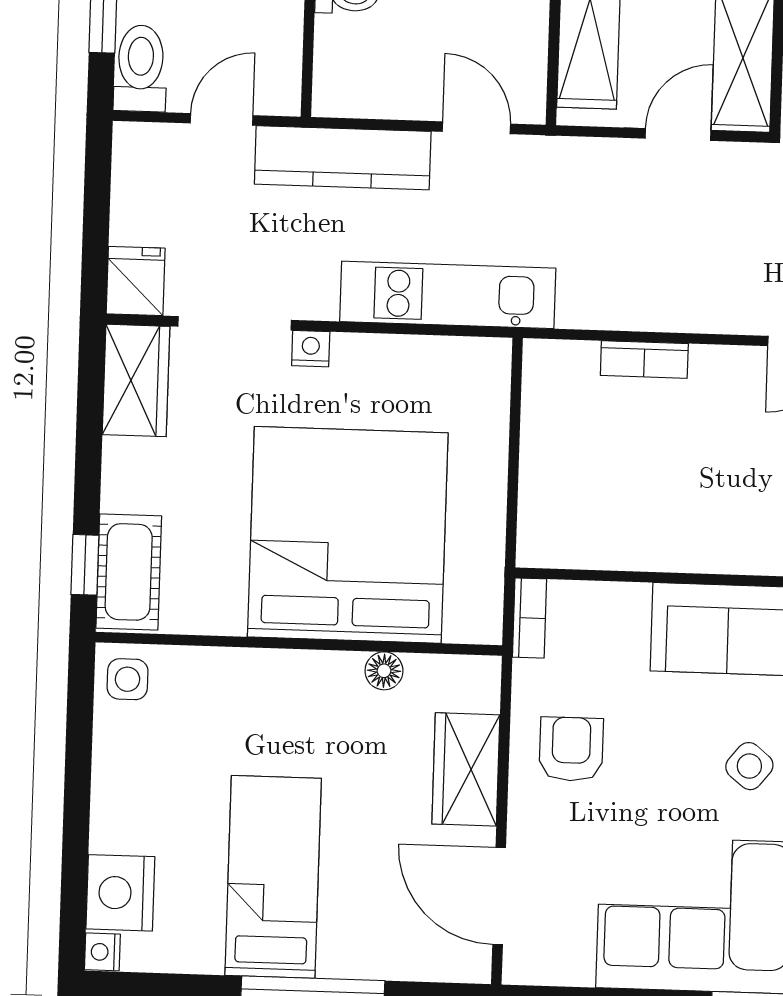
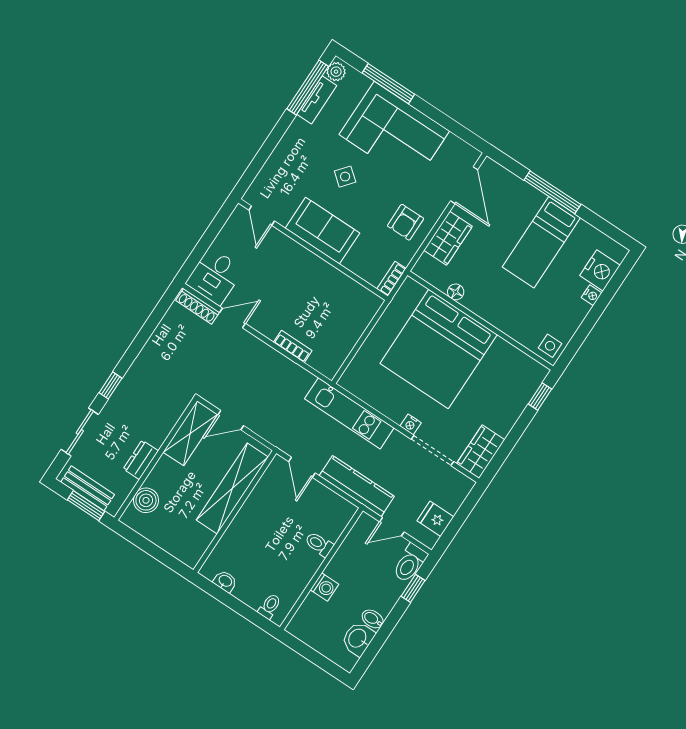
fridge: (136, 281) -> (435, 519), moved, turned 90
cot: (129, 572) -> (526, 384), removed
nightstand: (102, 952) -> (592, 295), moved

